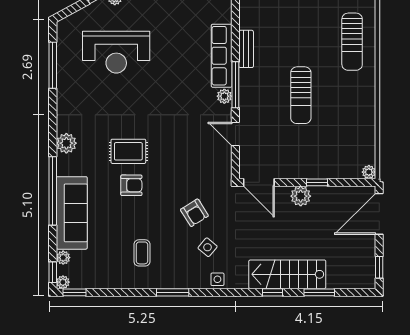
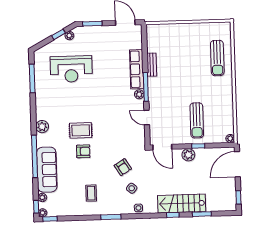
sun lounger: (301, 95) -> (197, 120), moved

